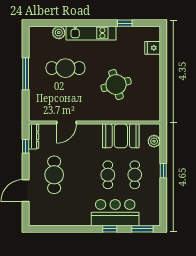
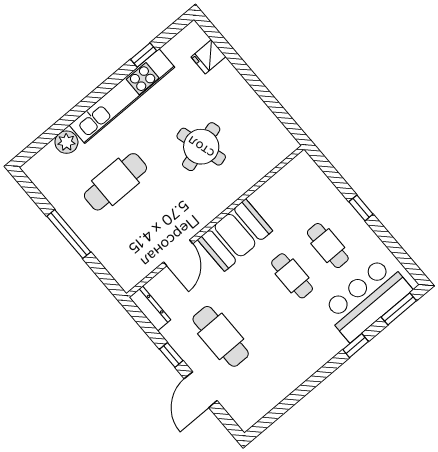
kitchen unit: (91, 33) -> (122, 96), width x1.36
booth: (121, 136) -> (235, 235), moved
plant: (154, 141) -> (316, 179), removed
window: (26, 146) -> (171, 355), moved
bar counter: (115, 213) -> (367, 299), moved

